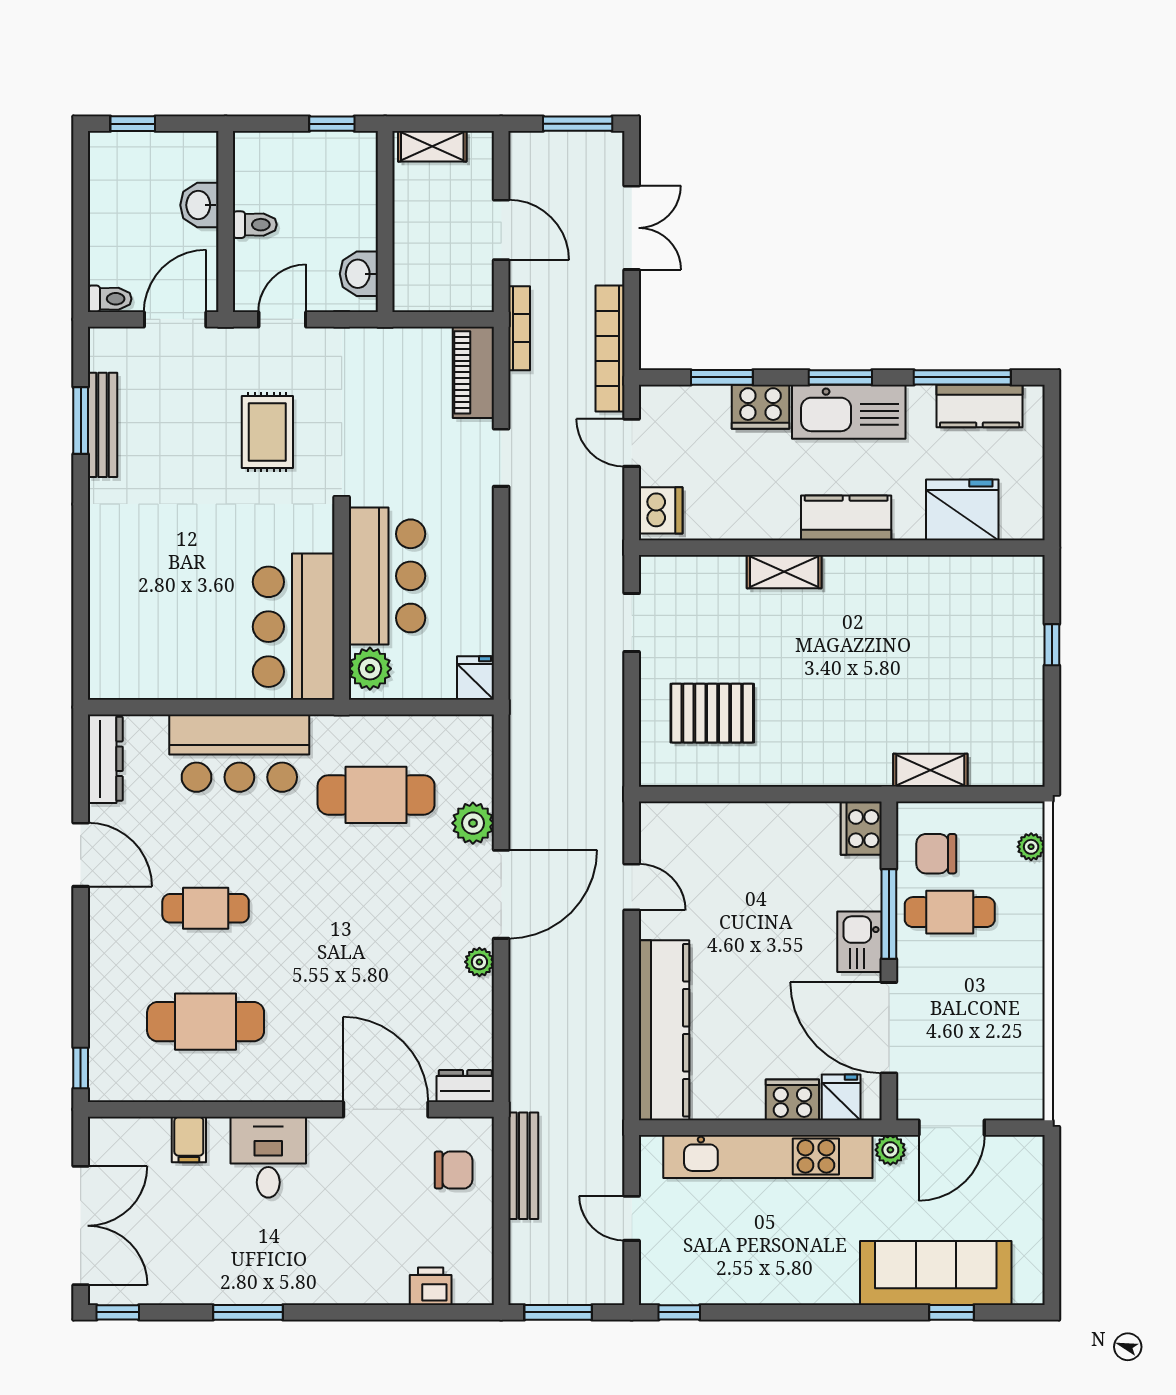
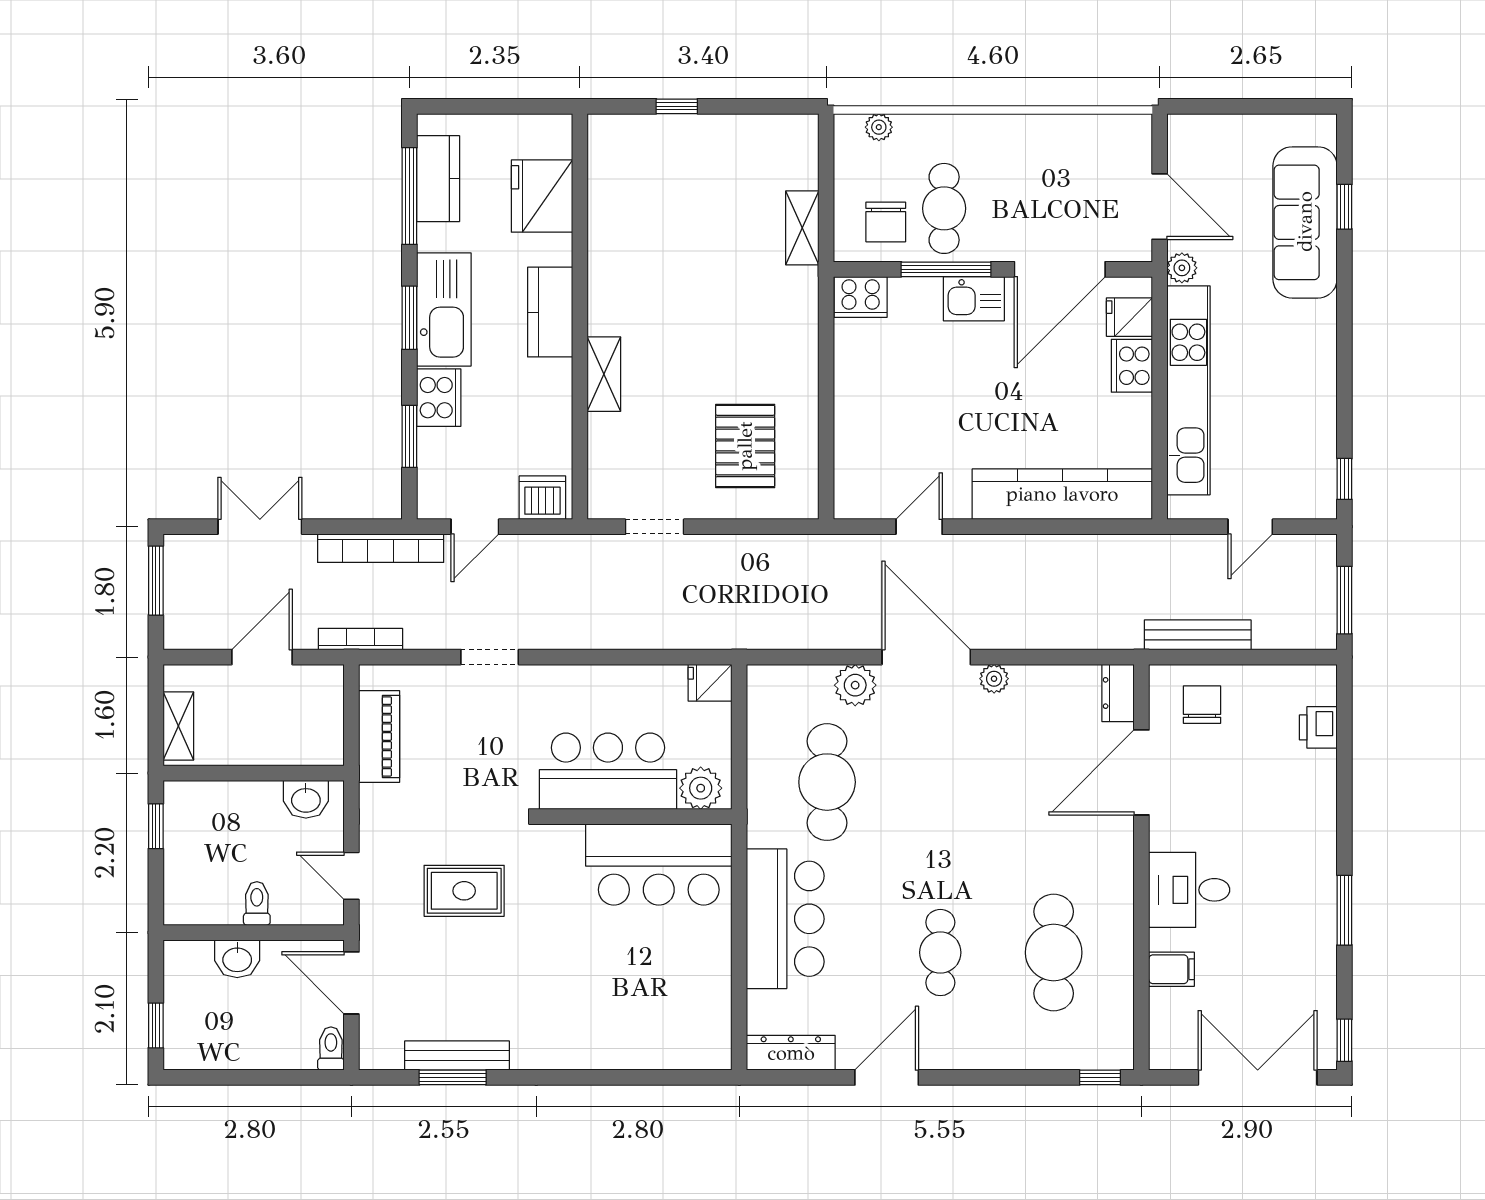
piano: (473, 372) -> (379, 736), moved, turned -90

